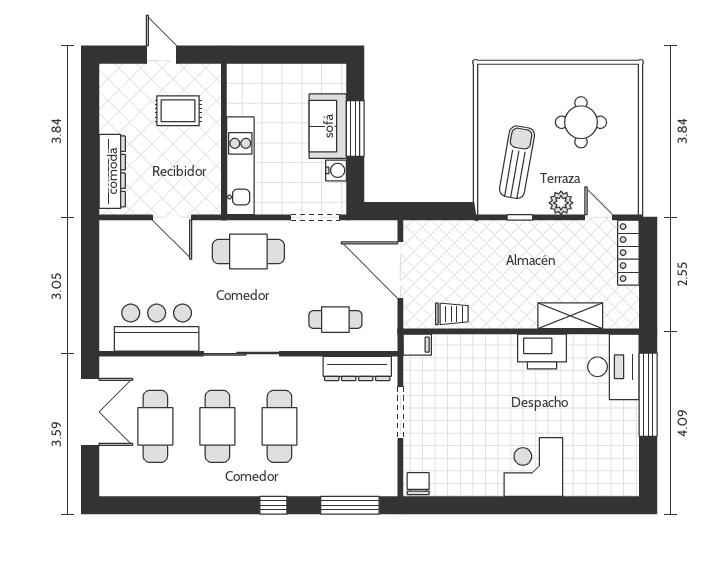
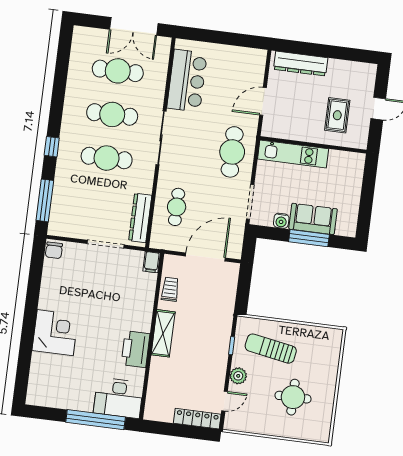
sun lounger: (517, 162) -> (271, 349), turned 180
trolley: (452, 314) -> (170, 289), turned 180
shelving: (570, 316) -> (163, 333), moved
chair: (418, 484) -> (54, 250), turned 90

